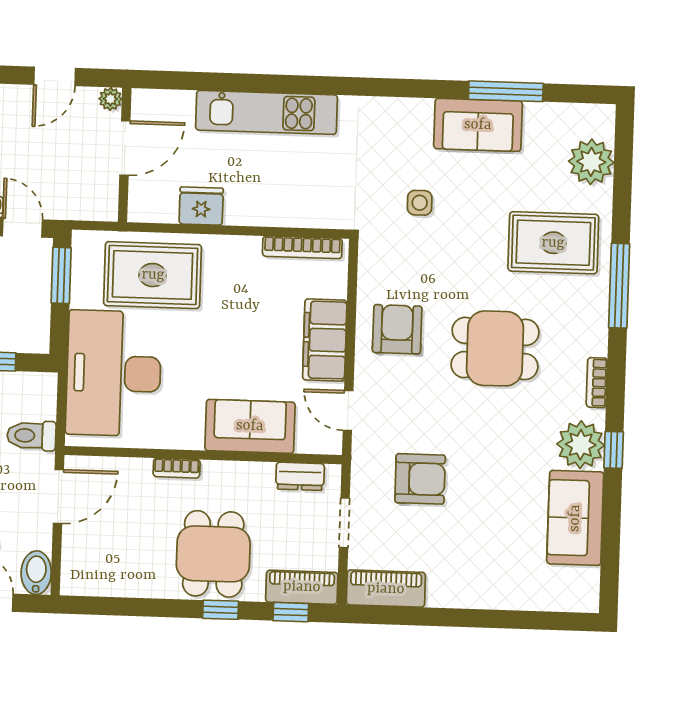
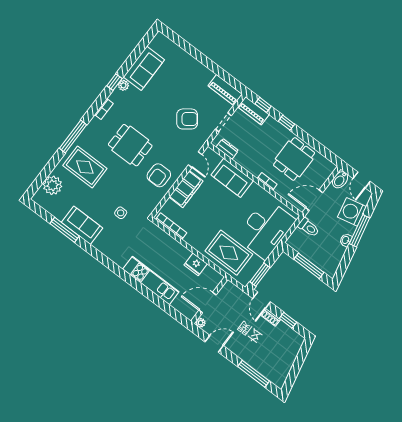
plant: (581, 445) -> (123, 85), width x0.53, depth x0.53
armchair: (420, 479) -> (187, 119), turned 143
dining table: (213, 554) -> (294, 159), moved

